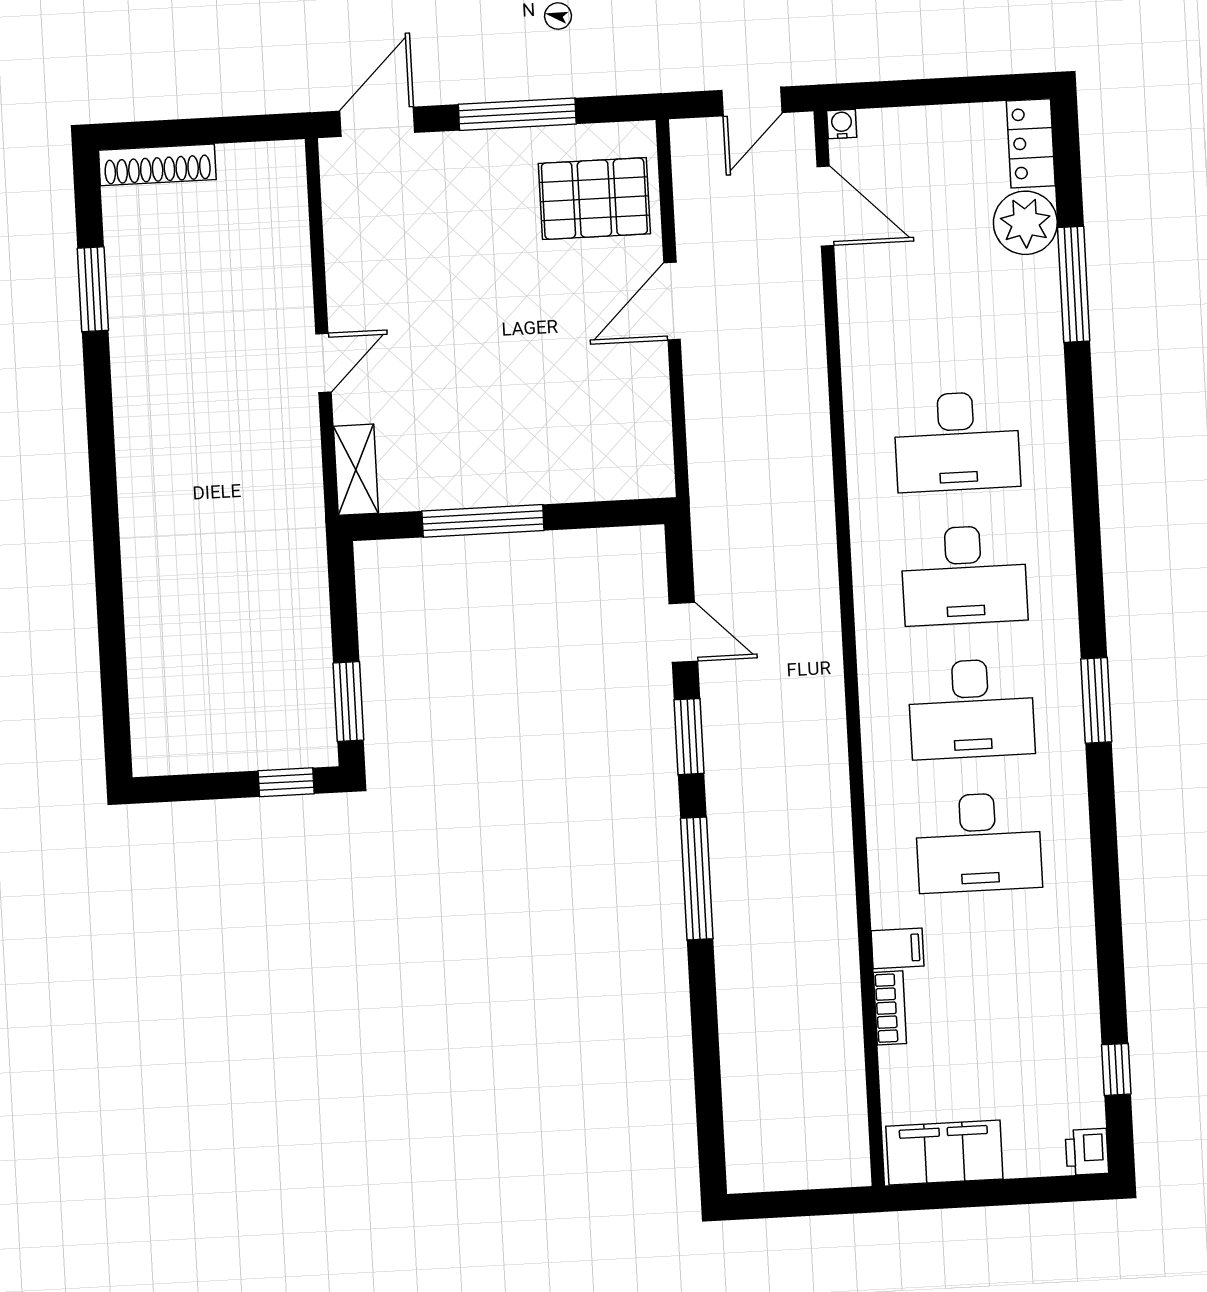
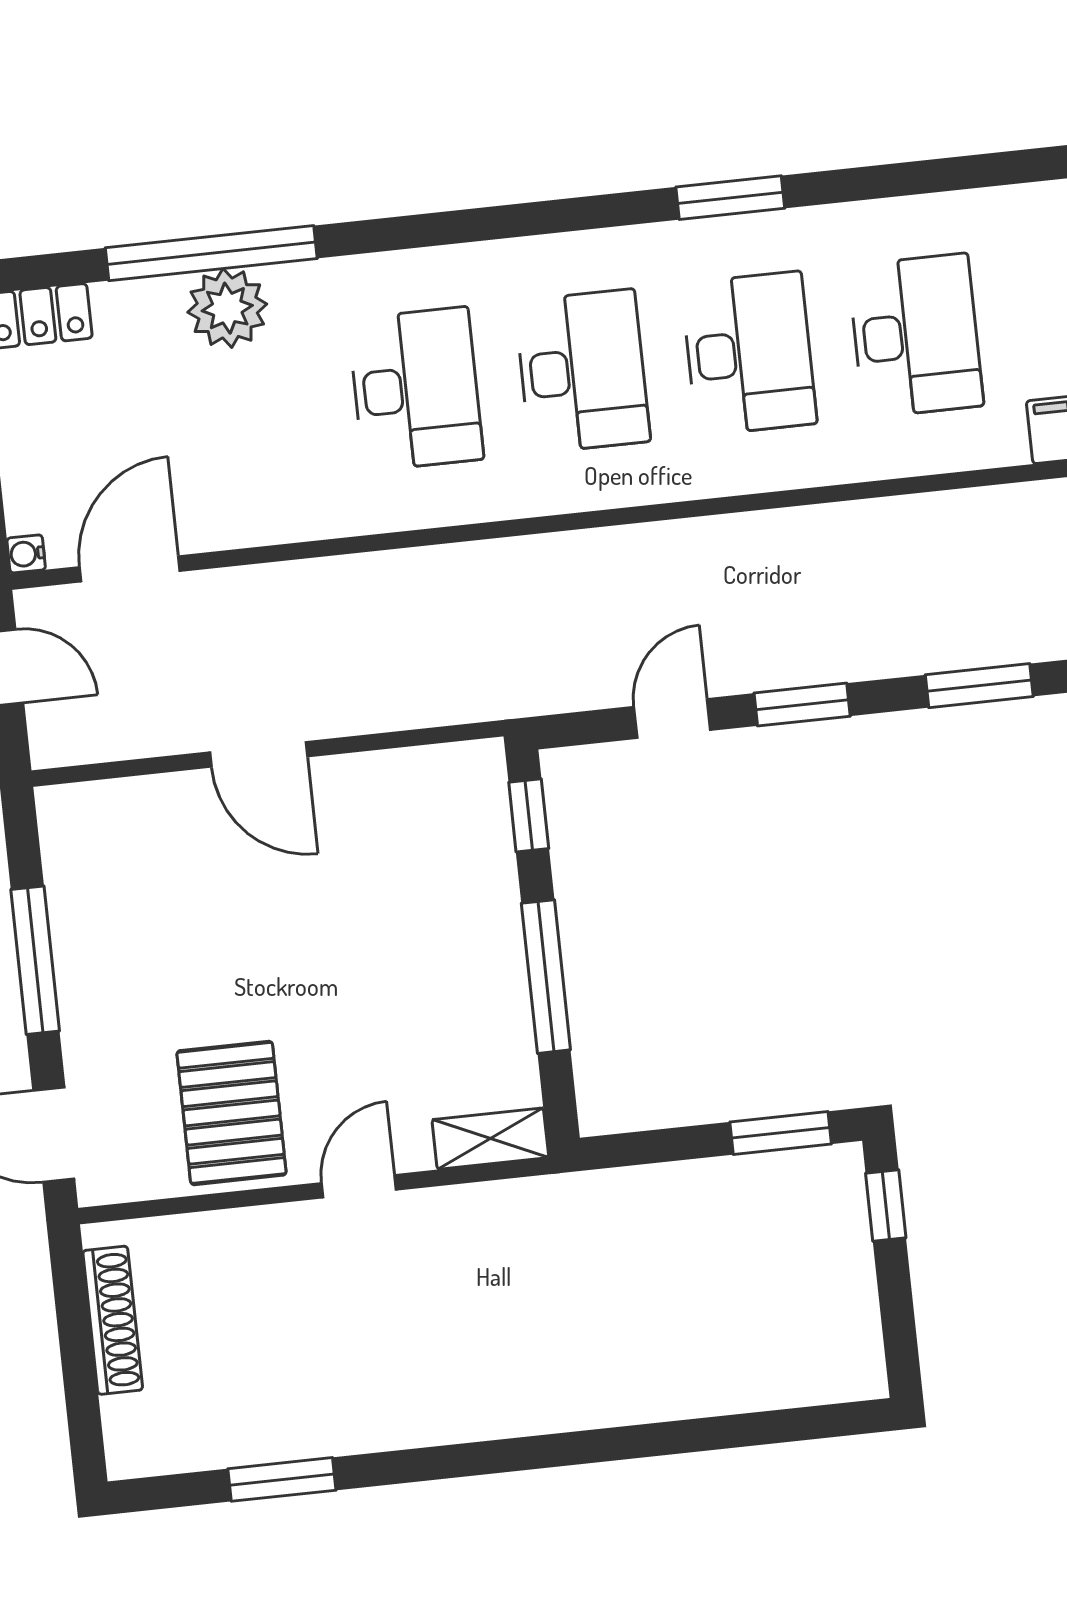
shoe rack: (157, 165) -> (113, 1320), moved
pallet: (594, 199) -> (232, 1113), moved
plant: (1025, 223) -> (227, 308), moved
window: (1074, 284) -> (211, 253), width x1.46
door: (323, 363) -> (359, 1186), hinge flipped
window: (612, 514) -> (529, 815), added
window: (697, 879) -> (979, 686), width x0.69

